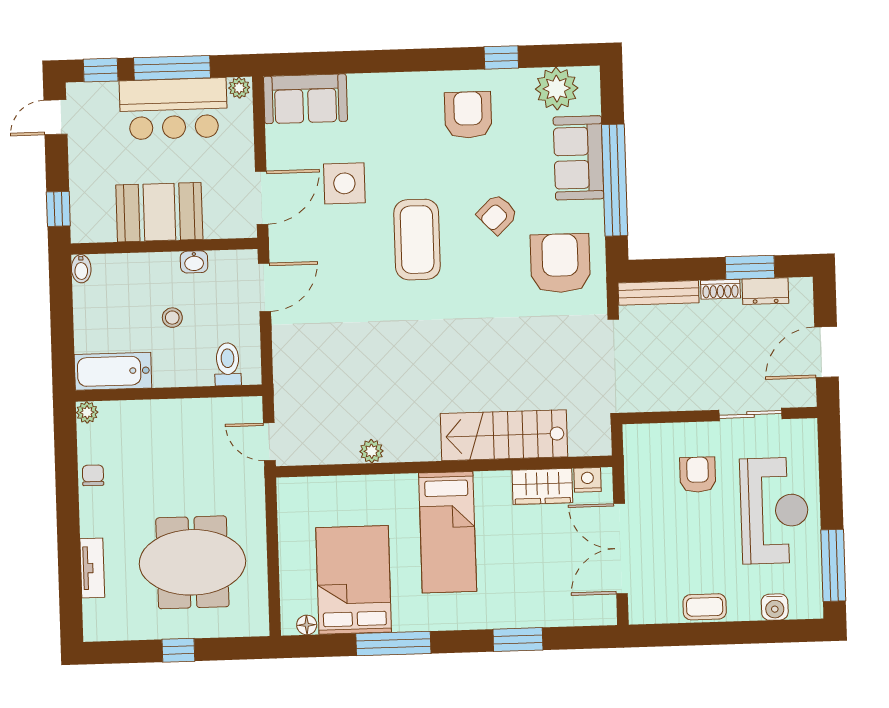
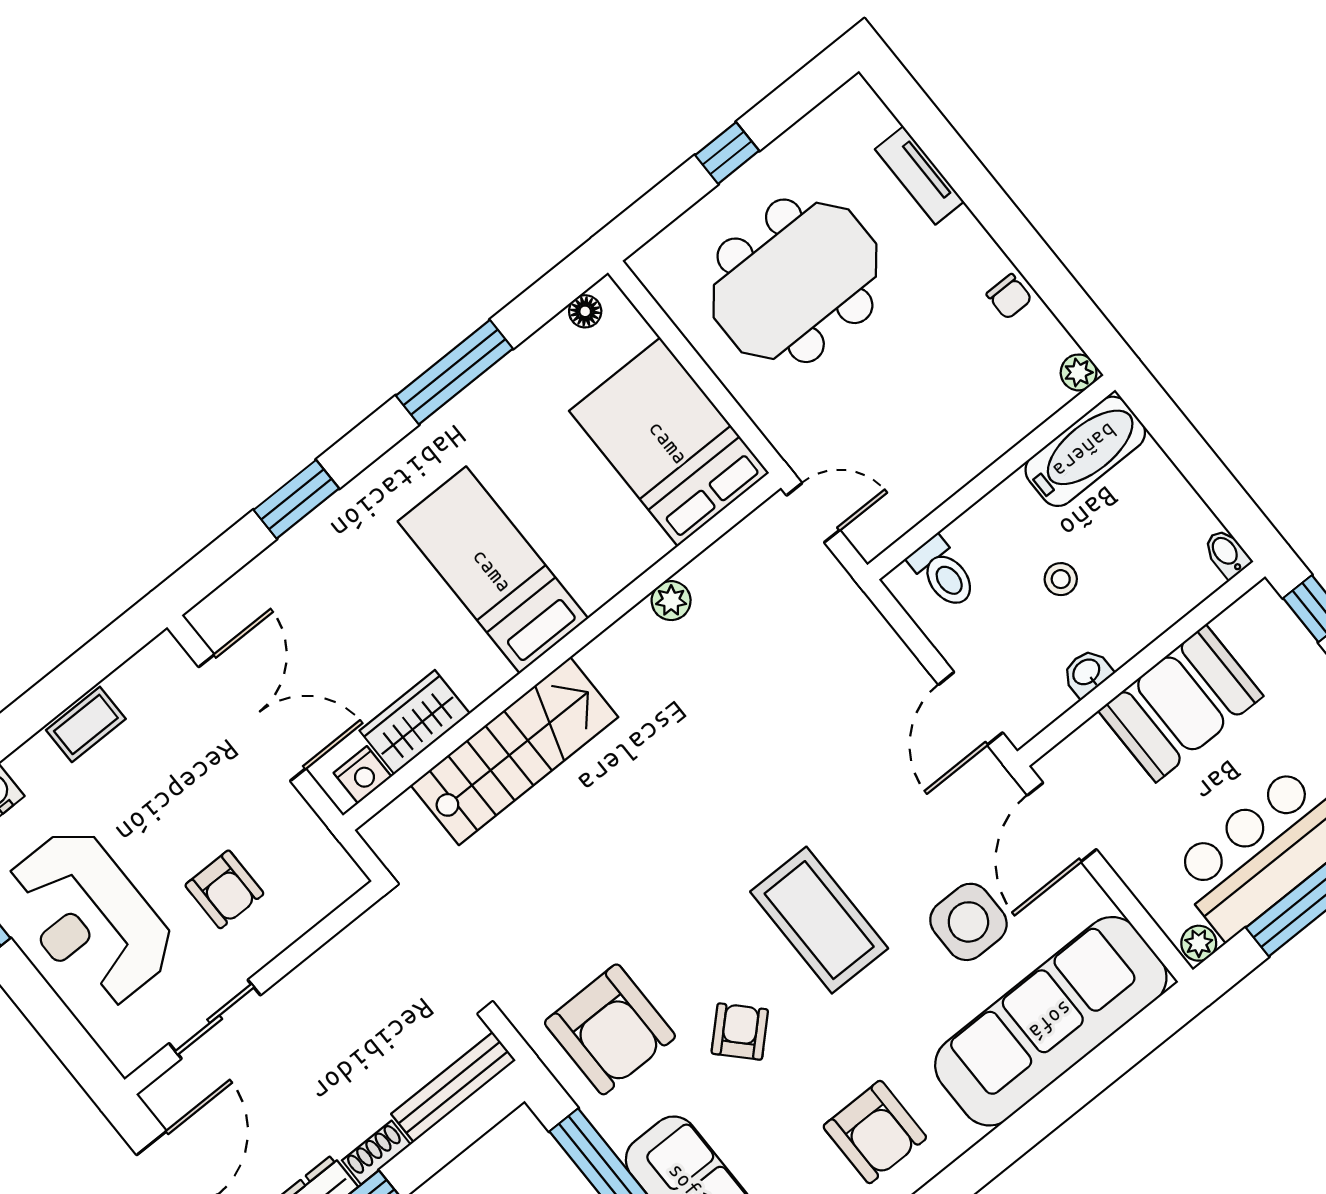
sofa: (305, 99) -> (1051, 1021), width x1.85, depth x1.27
bed: (354, 580) -> (669, 442), moved, turned 180

